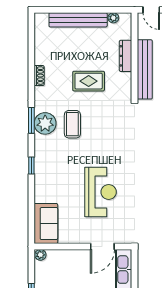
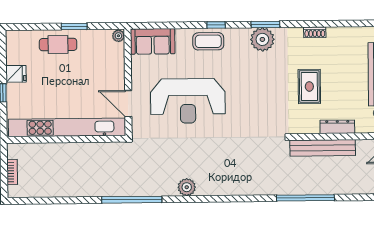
coffee table: (72, 124) -> (208, 41), moved
reception desk: (100, 192) -> (188, 101), width x1.36, depth x1.30

